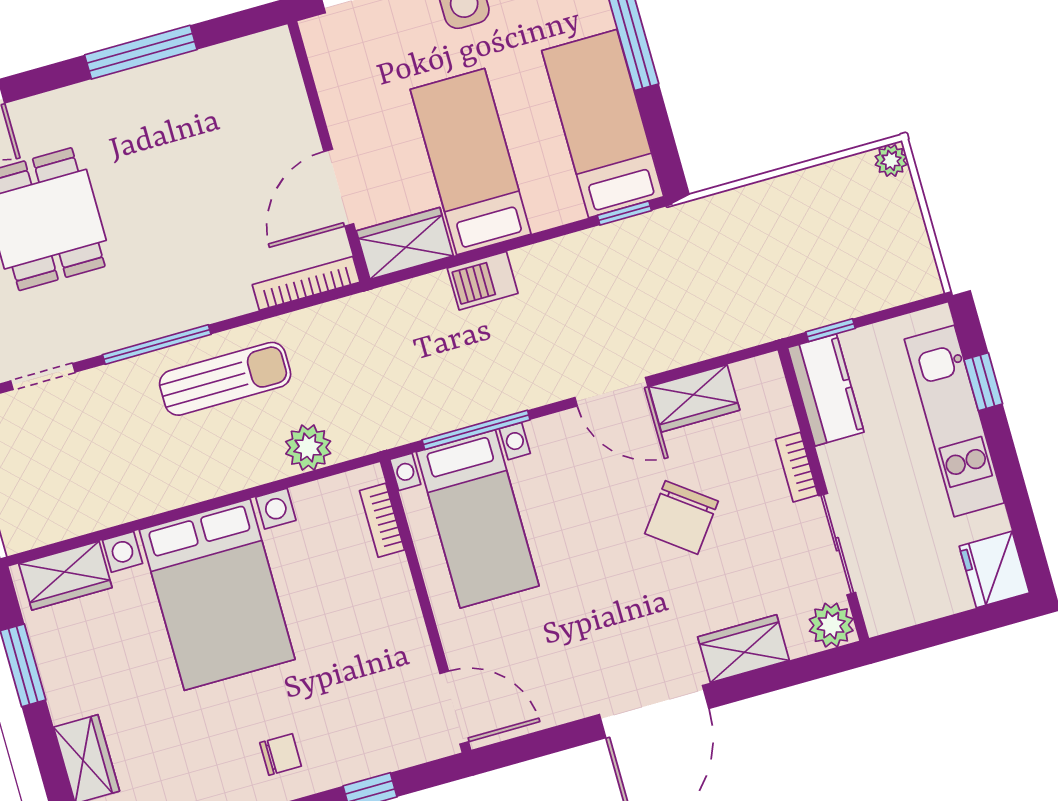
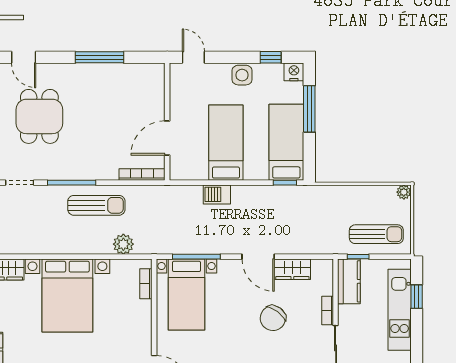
wardrobe: (405, 243) -> (188, 169), removed
sun lounger: (857, 270) -> (376, 234), added

